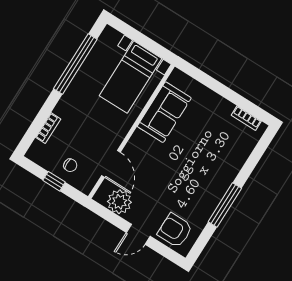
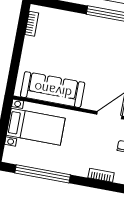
sofa: (164, 112) -> (53, 90), width x1.36

